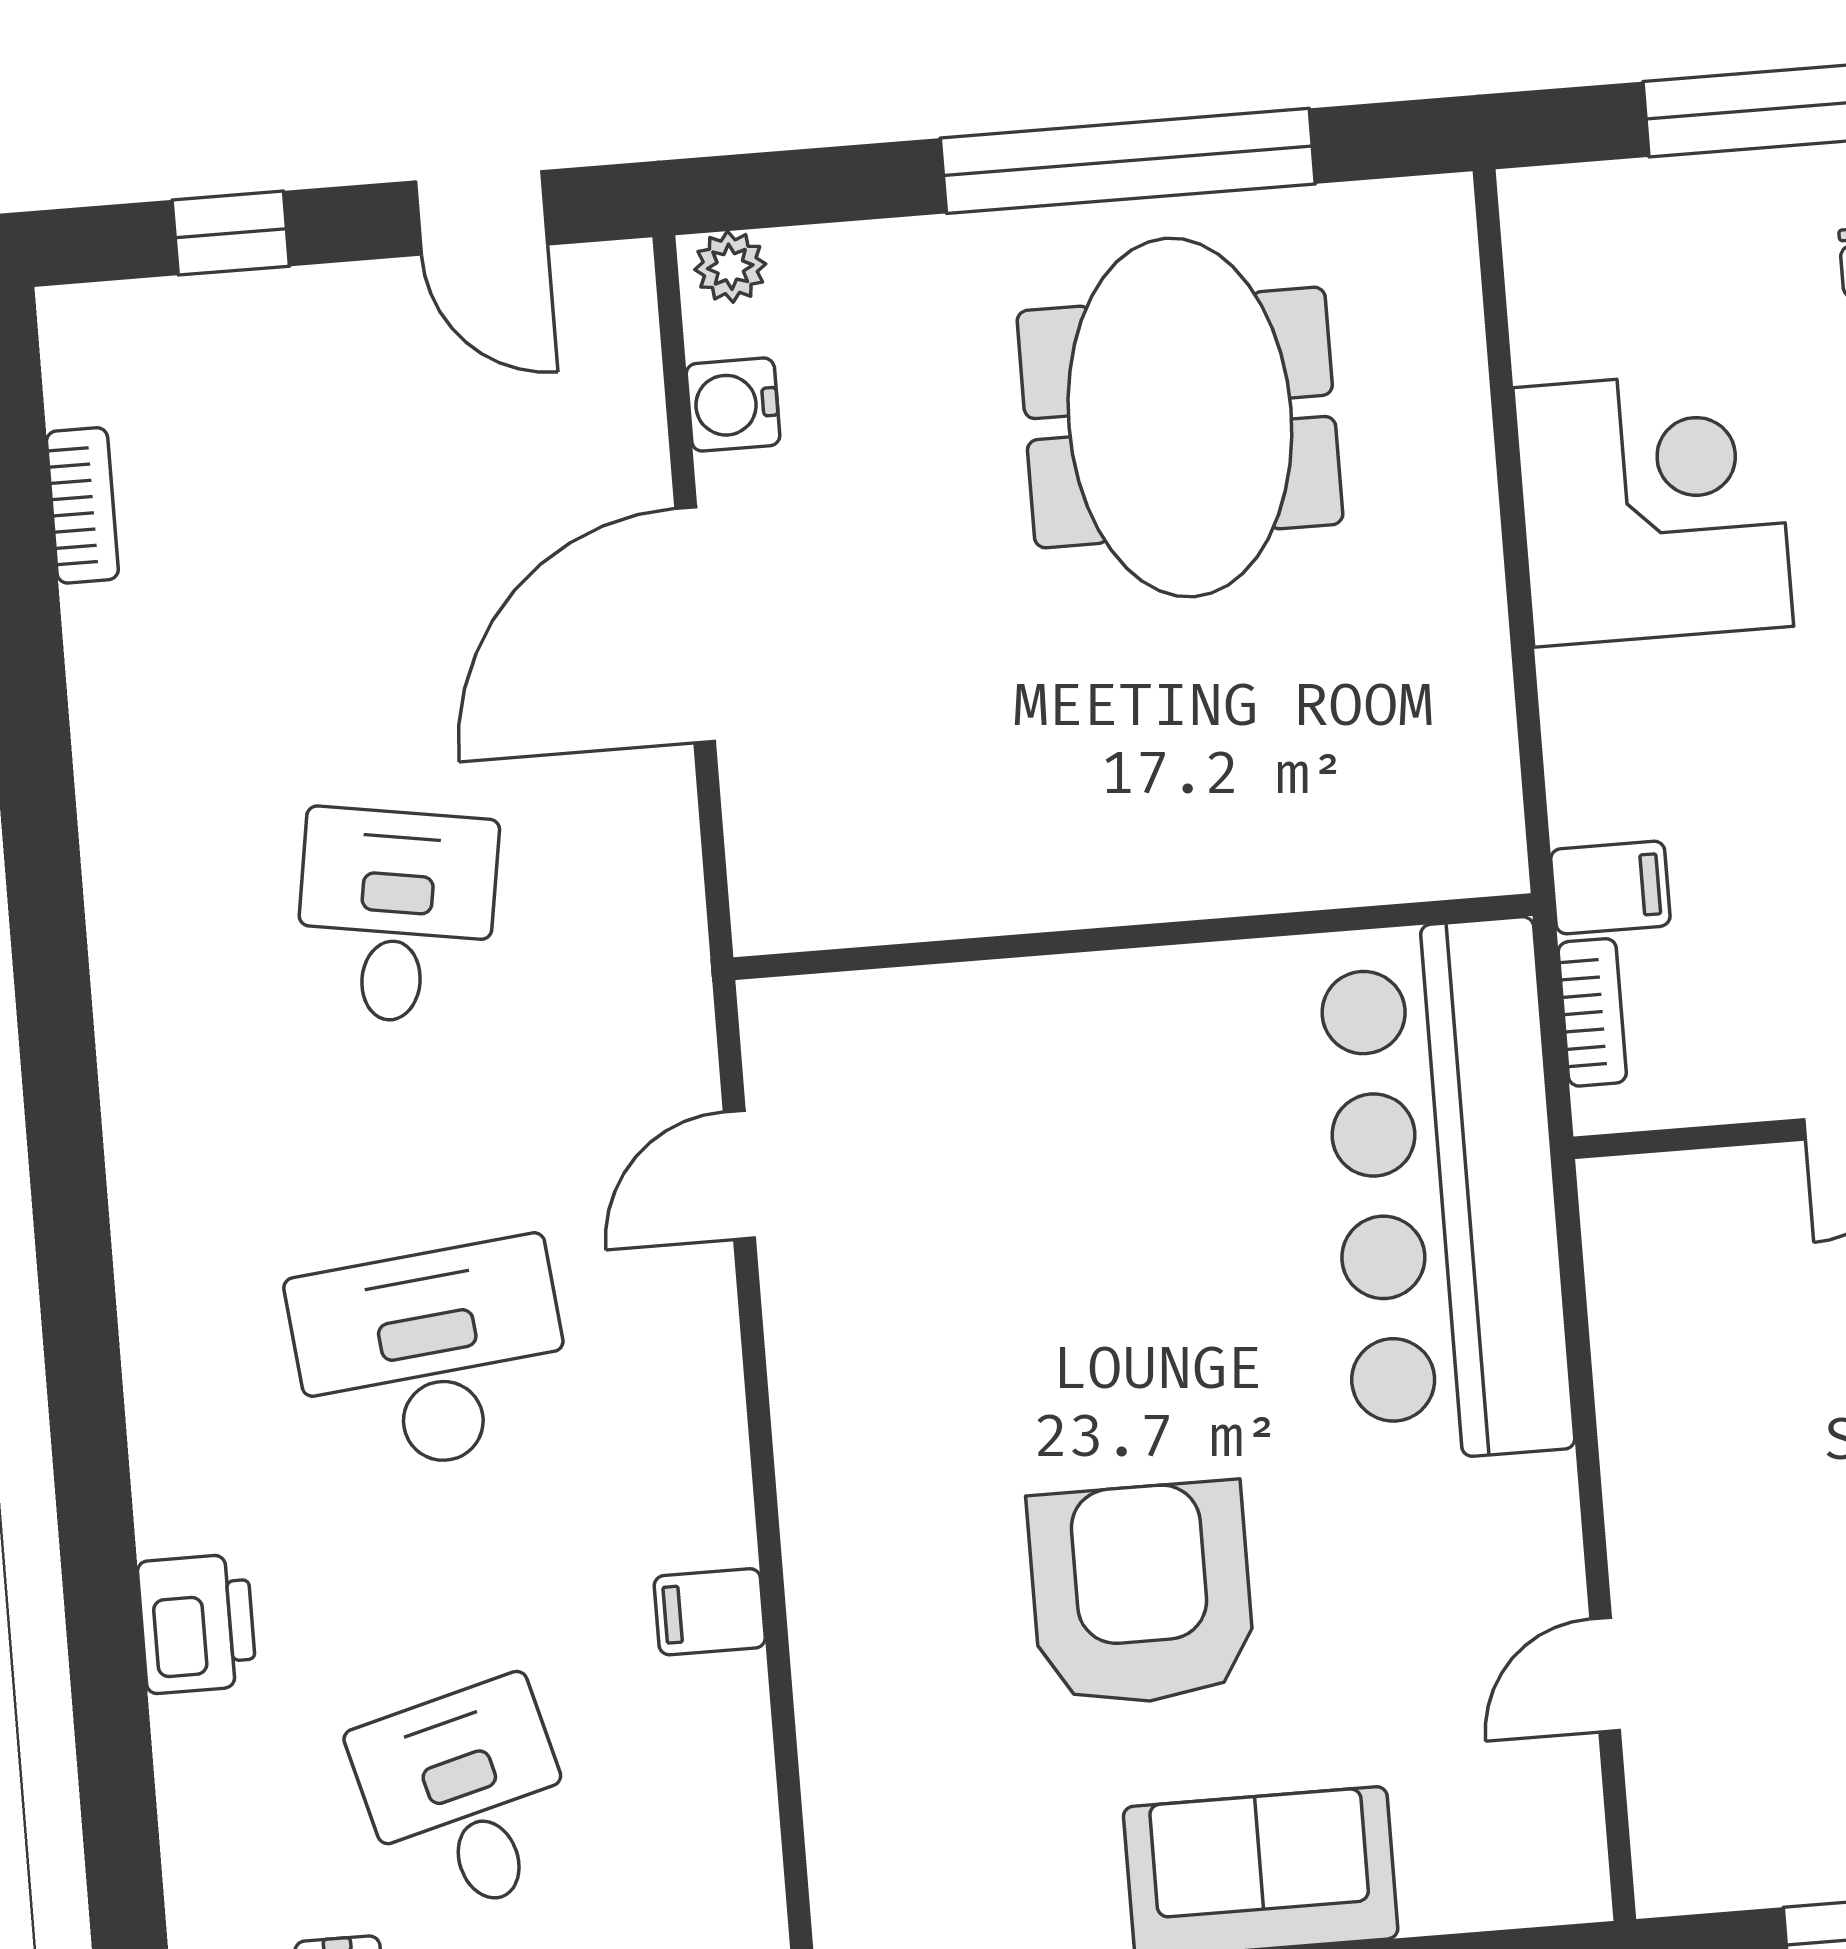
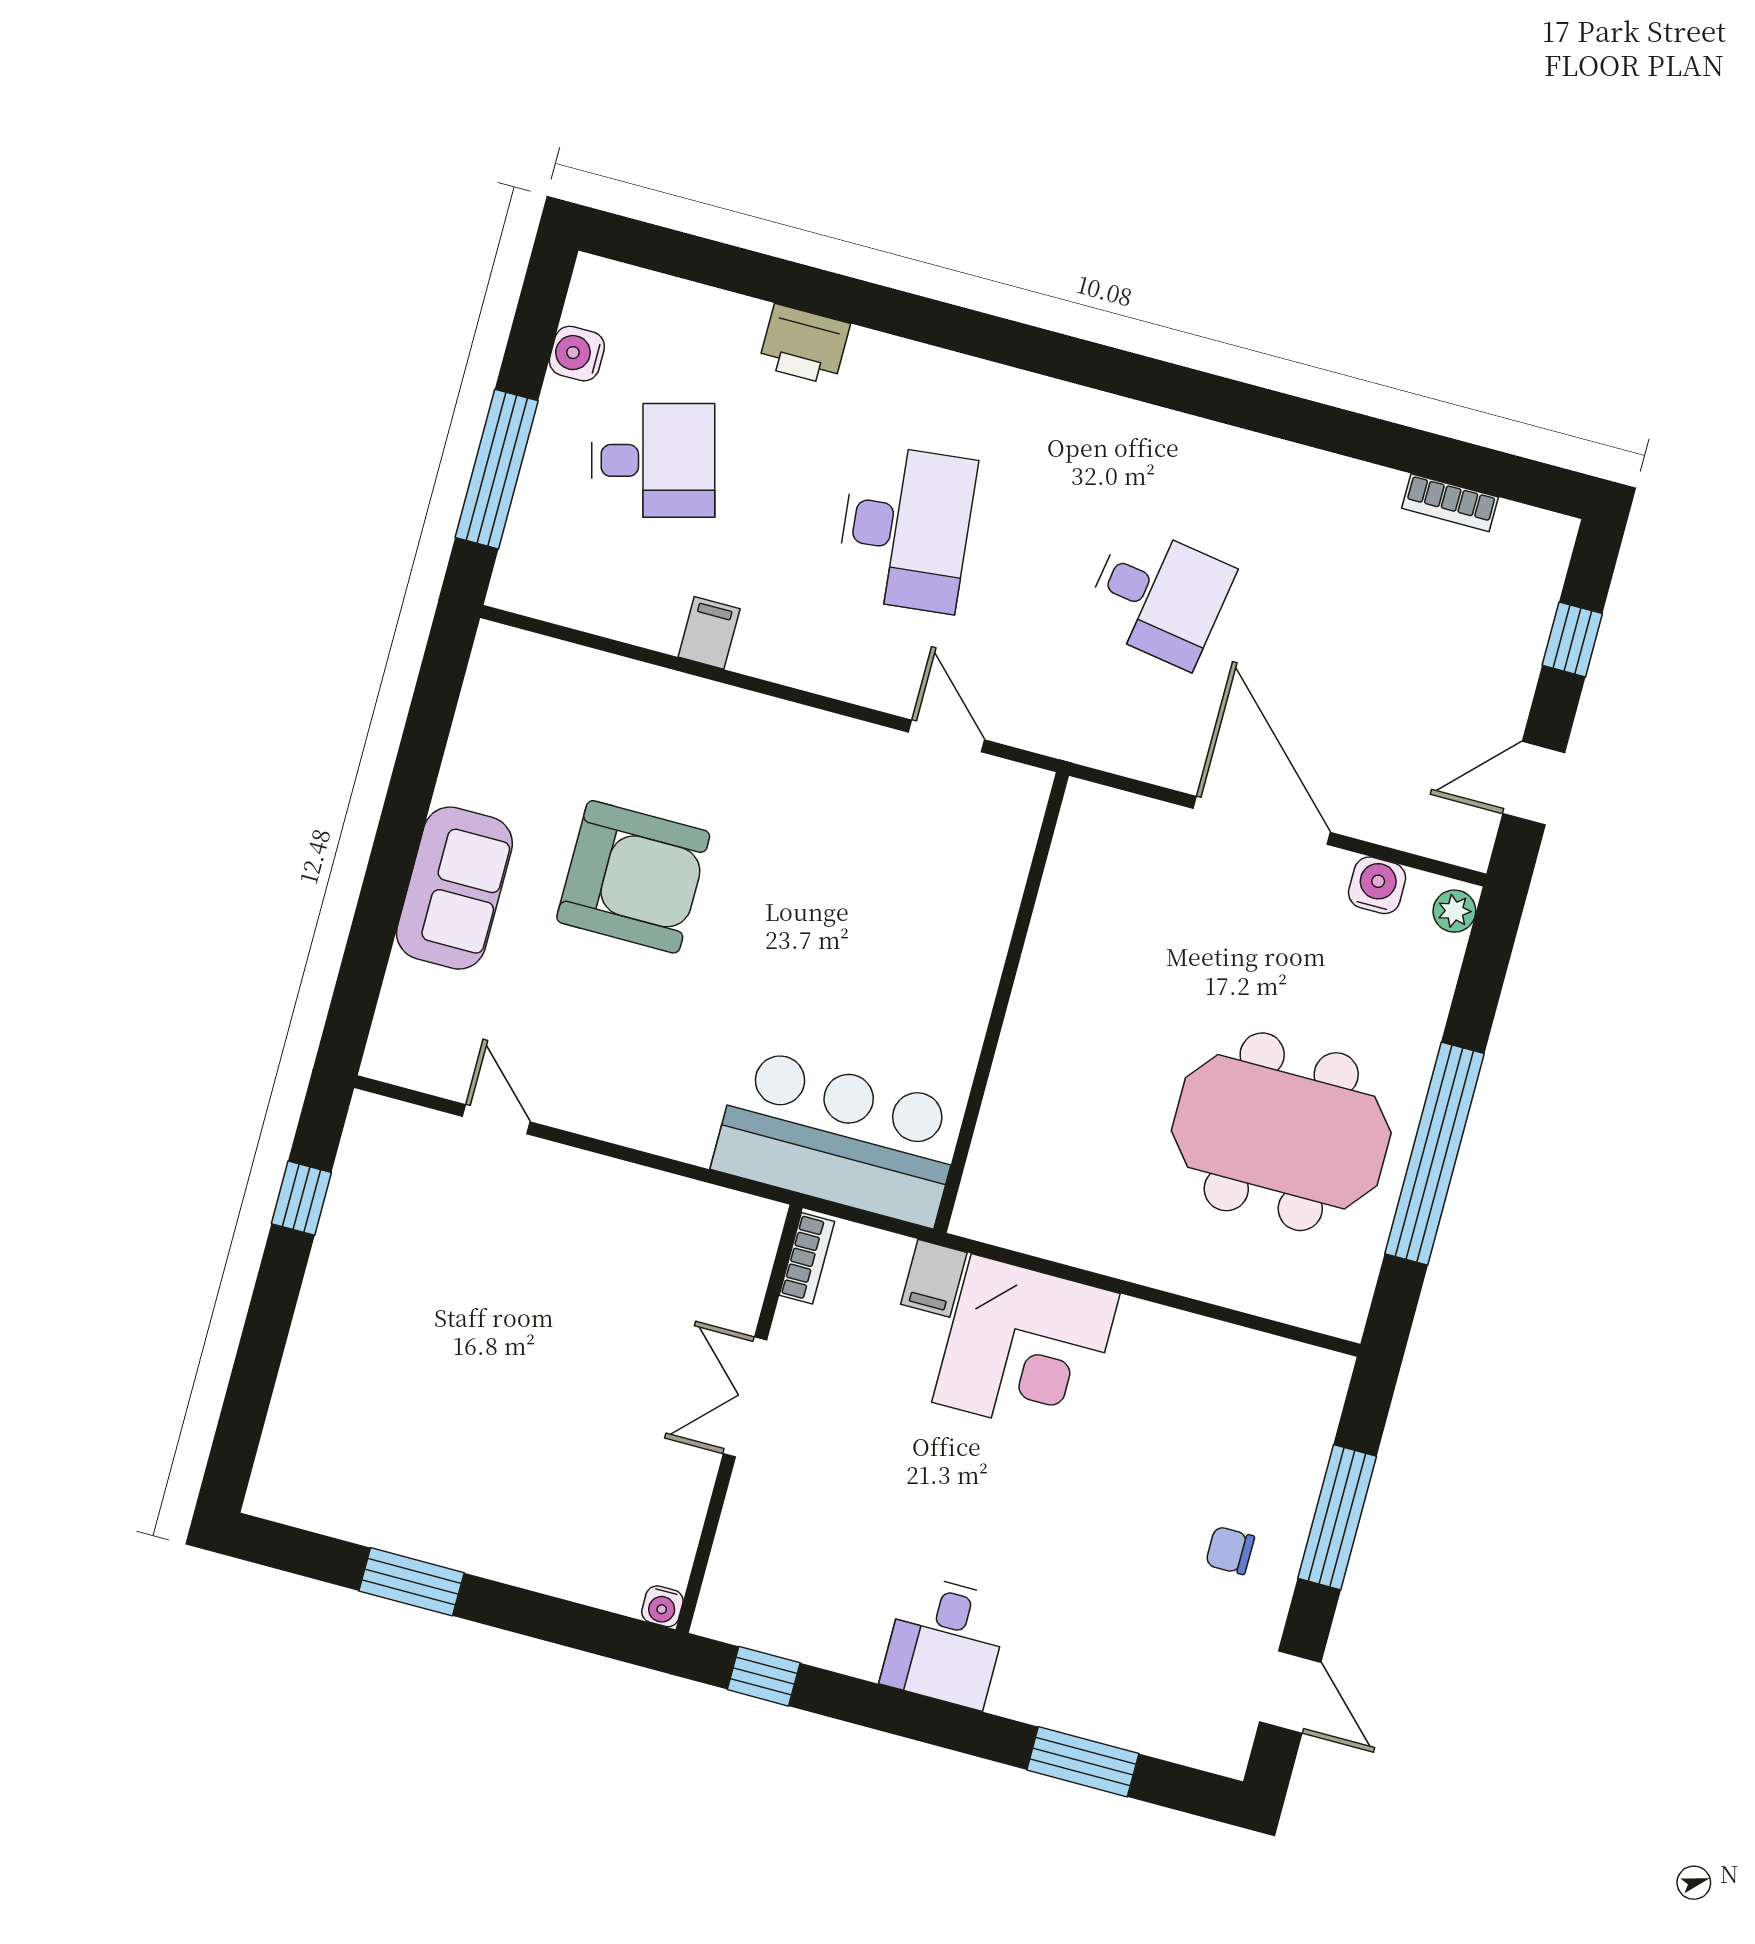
corner desk: (1653, 507) -> (1026, 1348), moved
bookcase: (1592, 1012) -> (807, 1258), moved, turned -90
bar counter: (1446, 1191) -> (838, 1137), width x0.73

